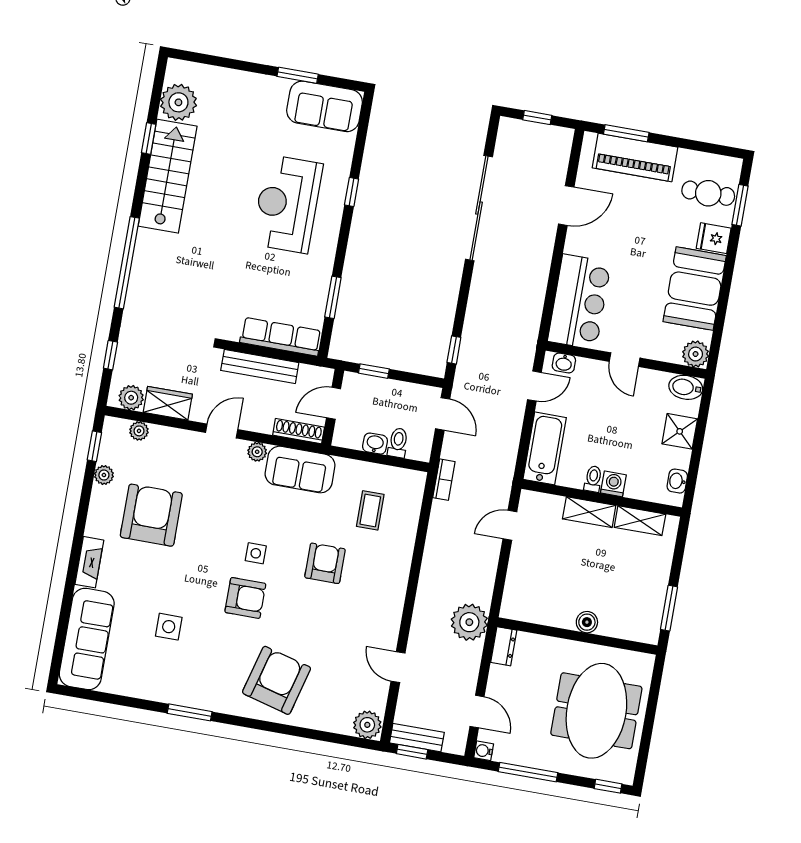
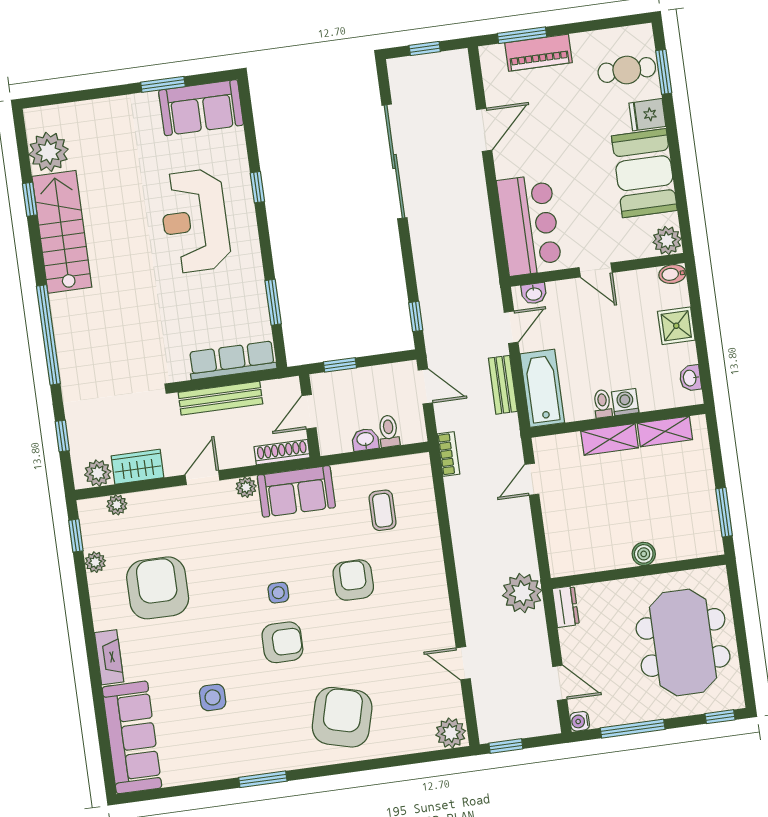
piano: (635, 157) -> (538, 53), width x0.73, depth x0.75
bidet: (686, 387) -> (672, 274), width x0.72, depth x0.74
bench: (417, 738) -> (503, 385), moved, turned 90

